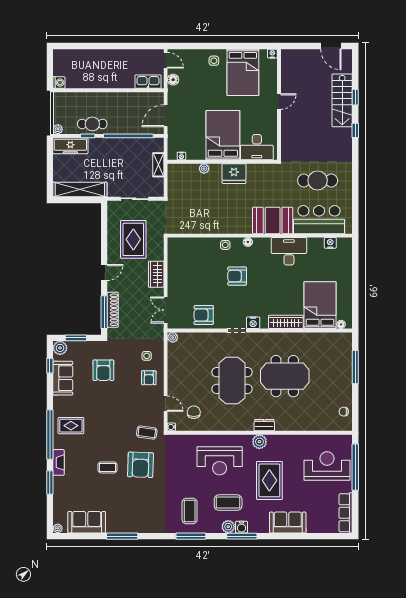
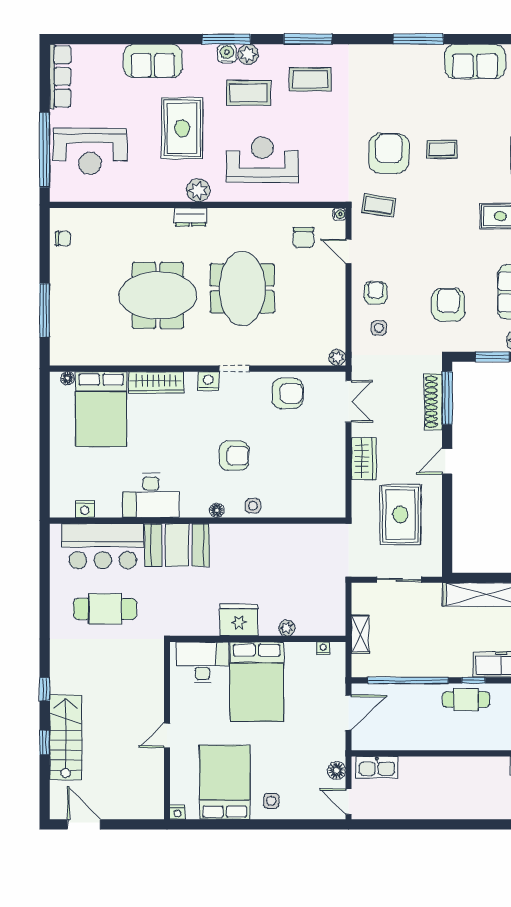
coffee table: (190, 511) -> (310, 79), turned 90

